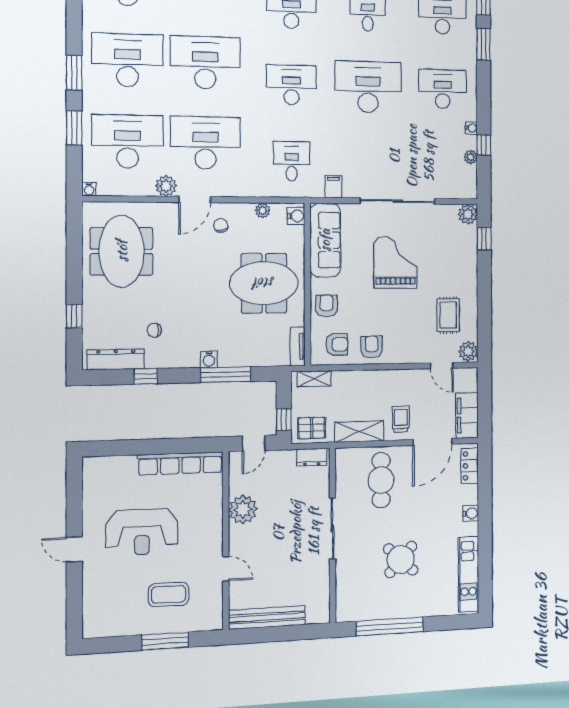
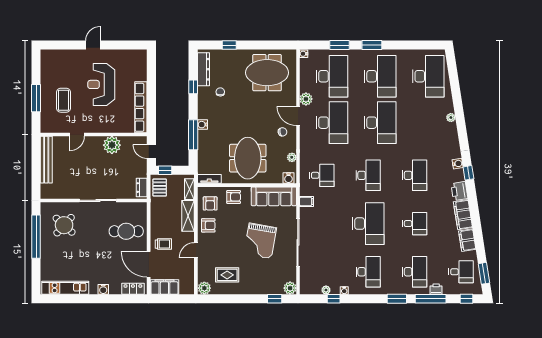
grand piano: (395, 262) -> (260, 241), turned 100
door: (442, 366) -> (196, 250), moved
shelving: (359, 432) -> (188, 216), moved
round table: (401, 559) -> (64, 225), moved

